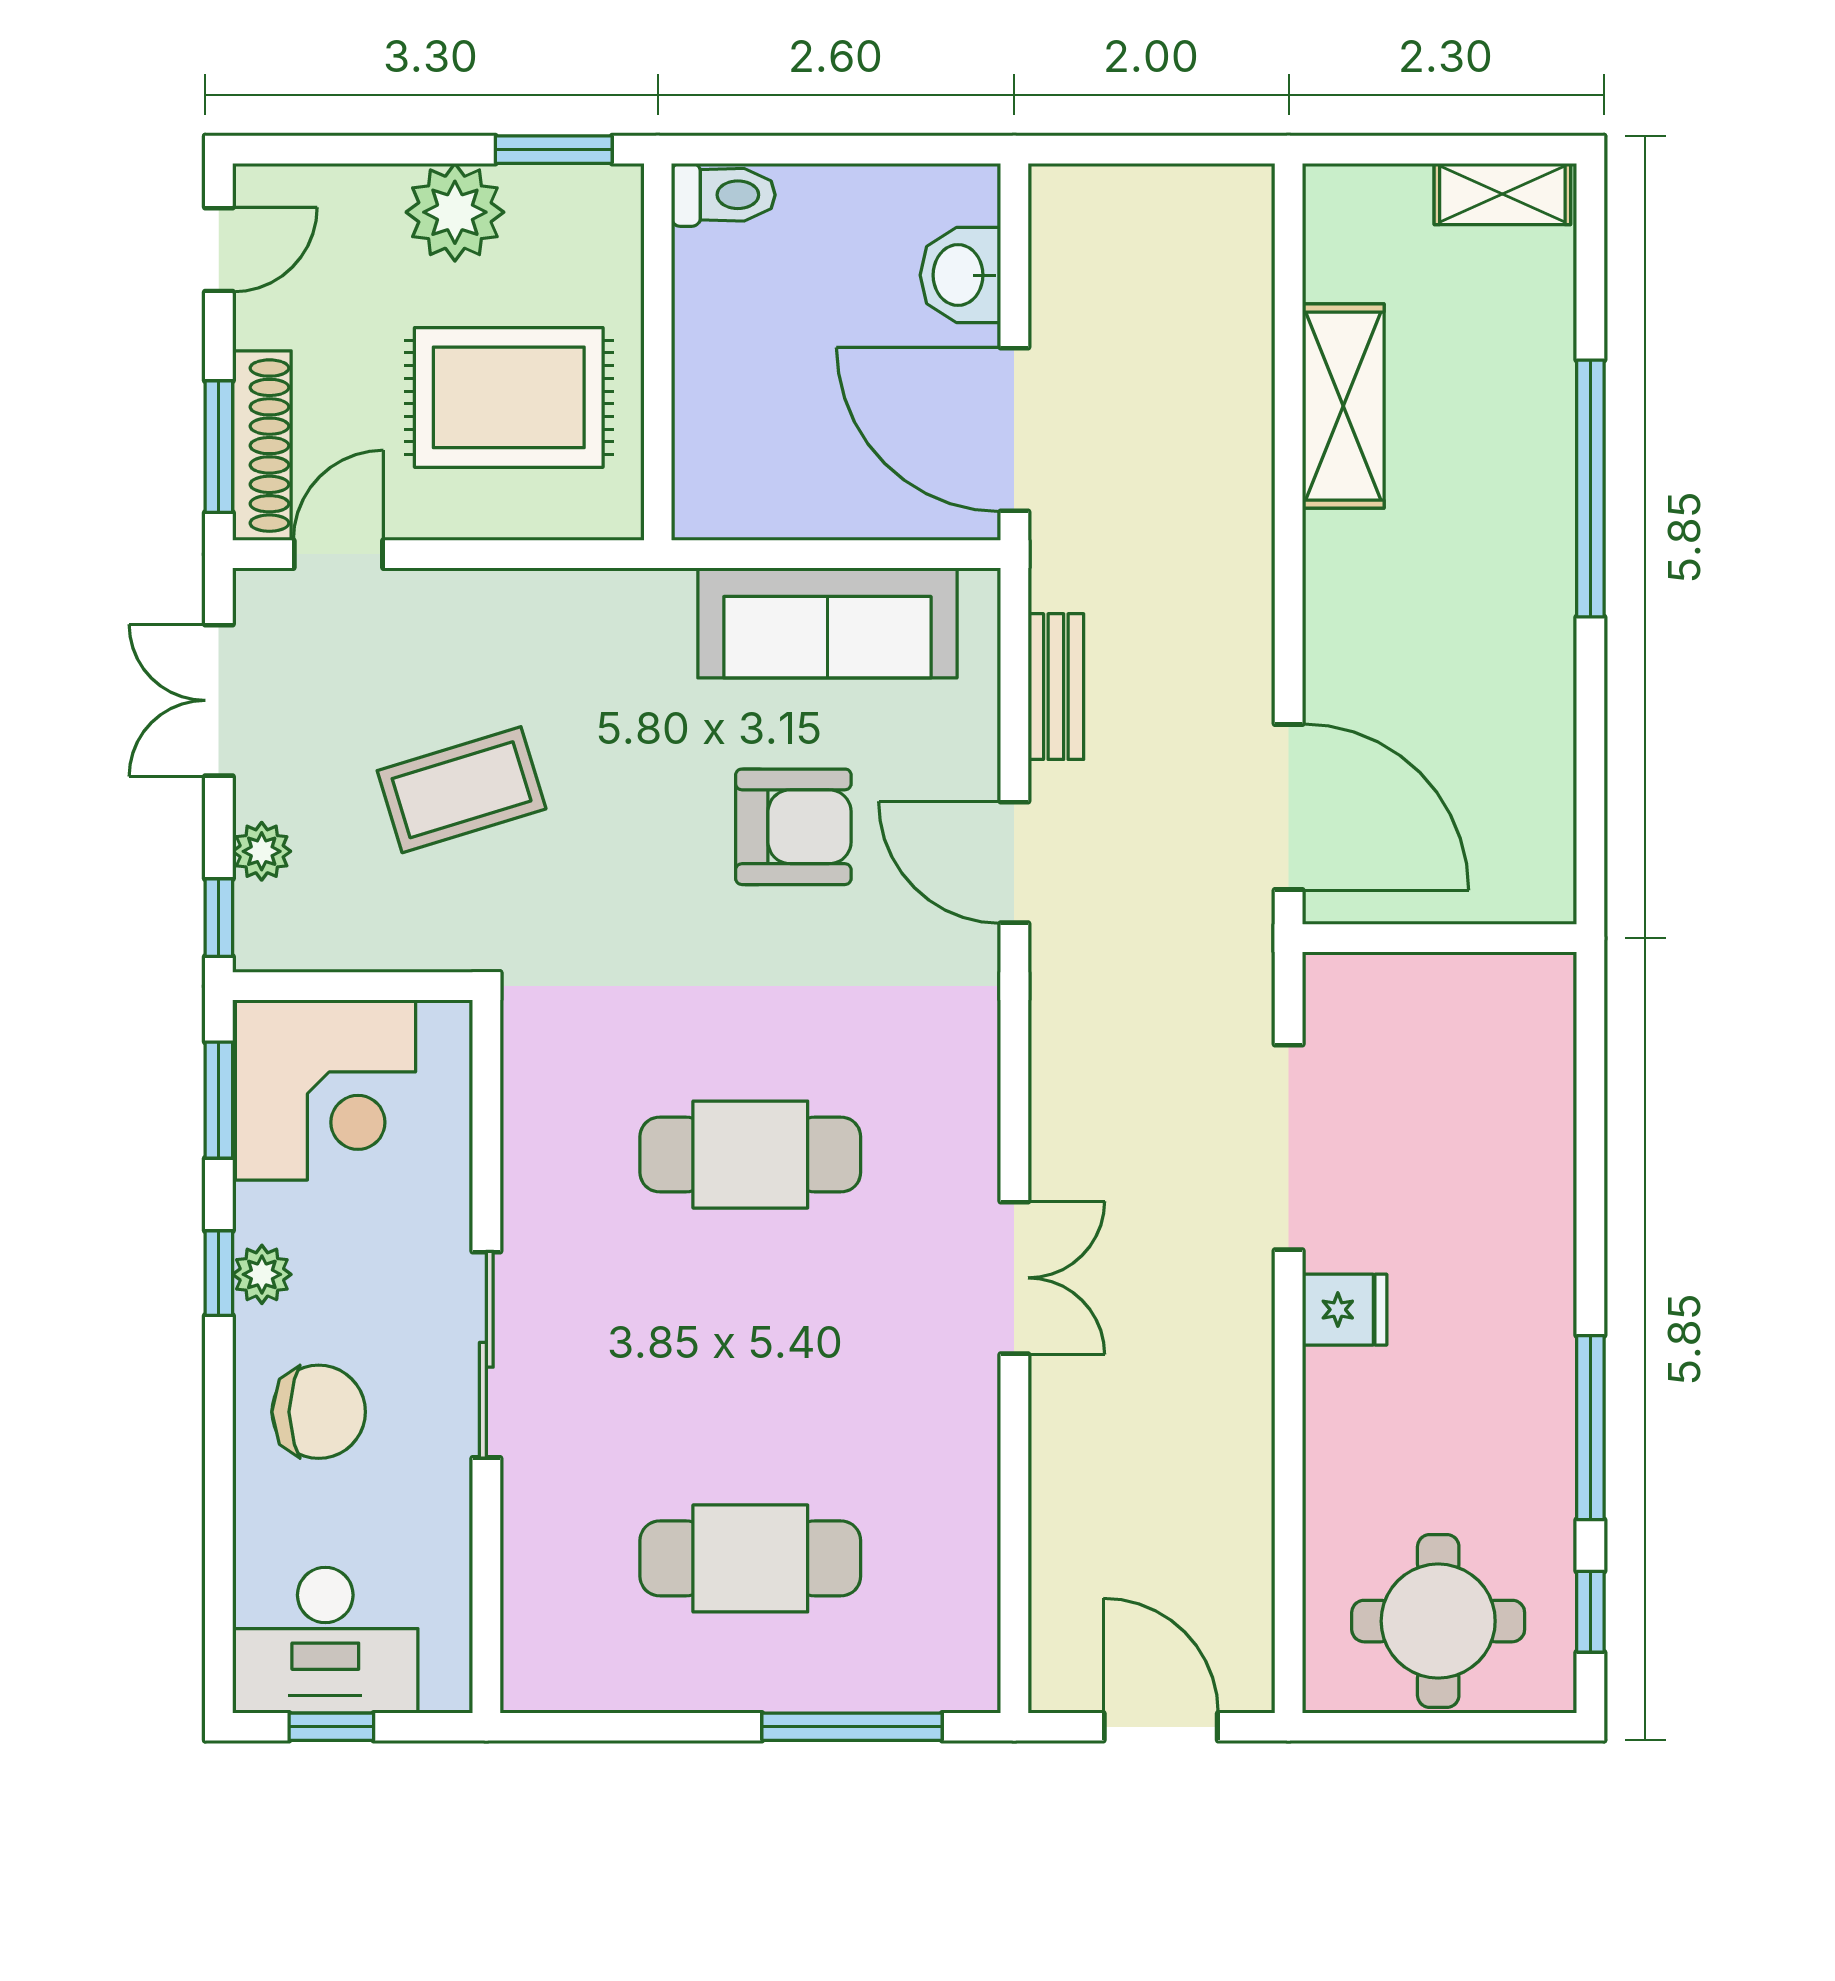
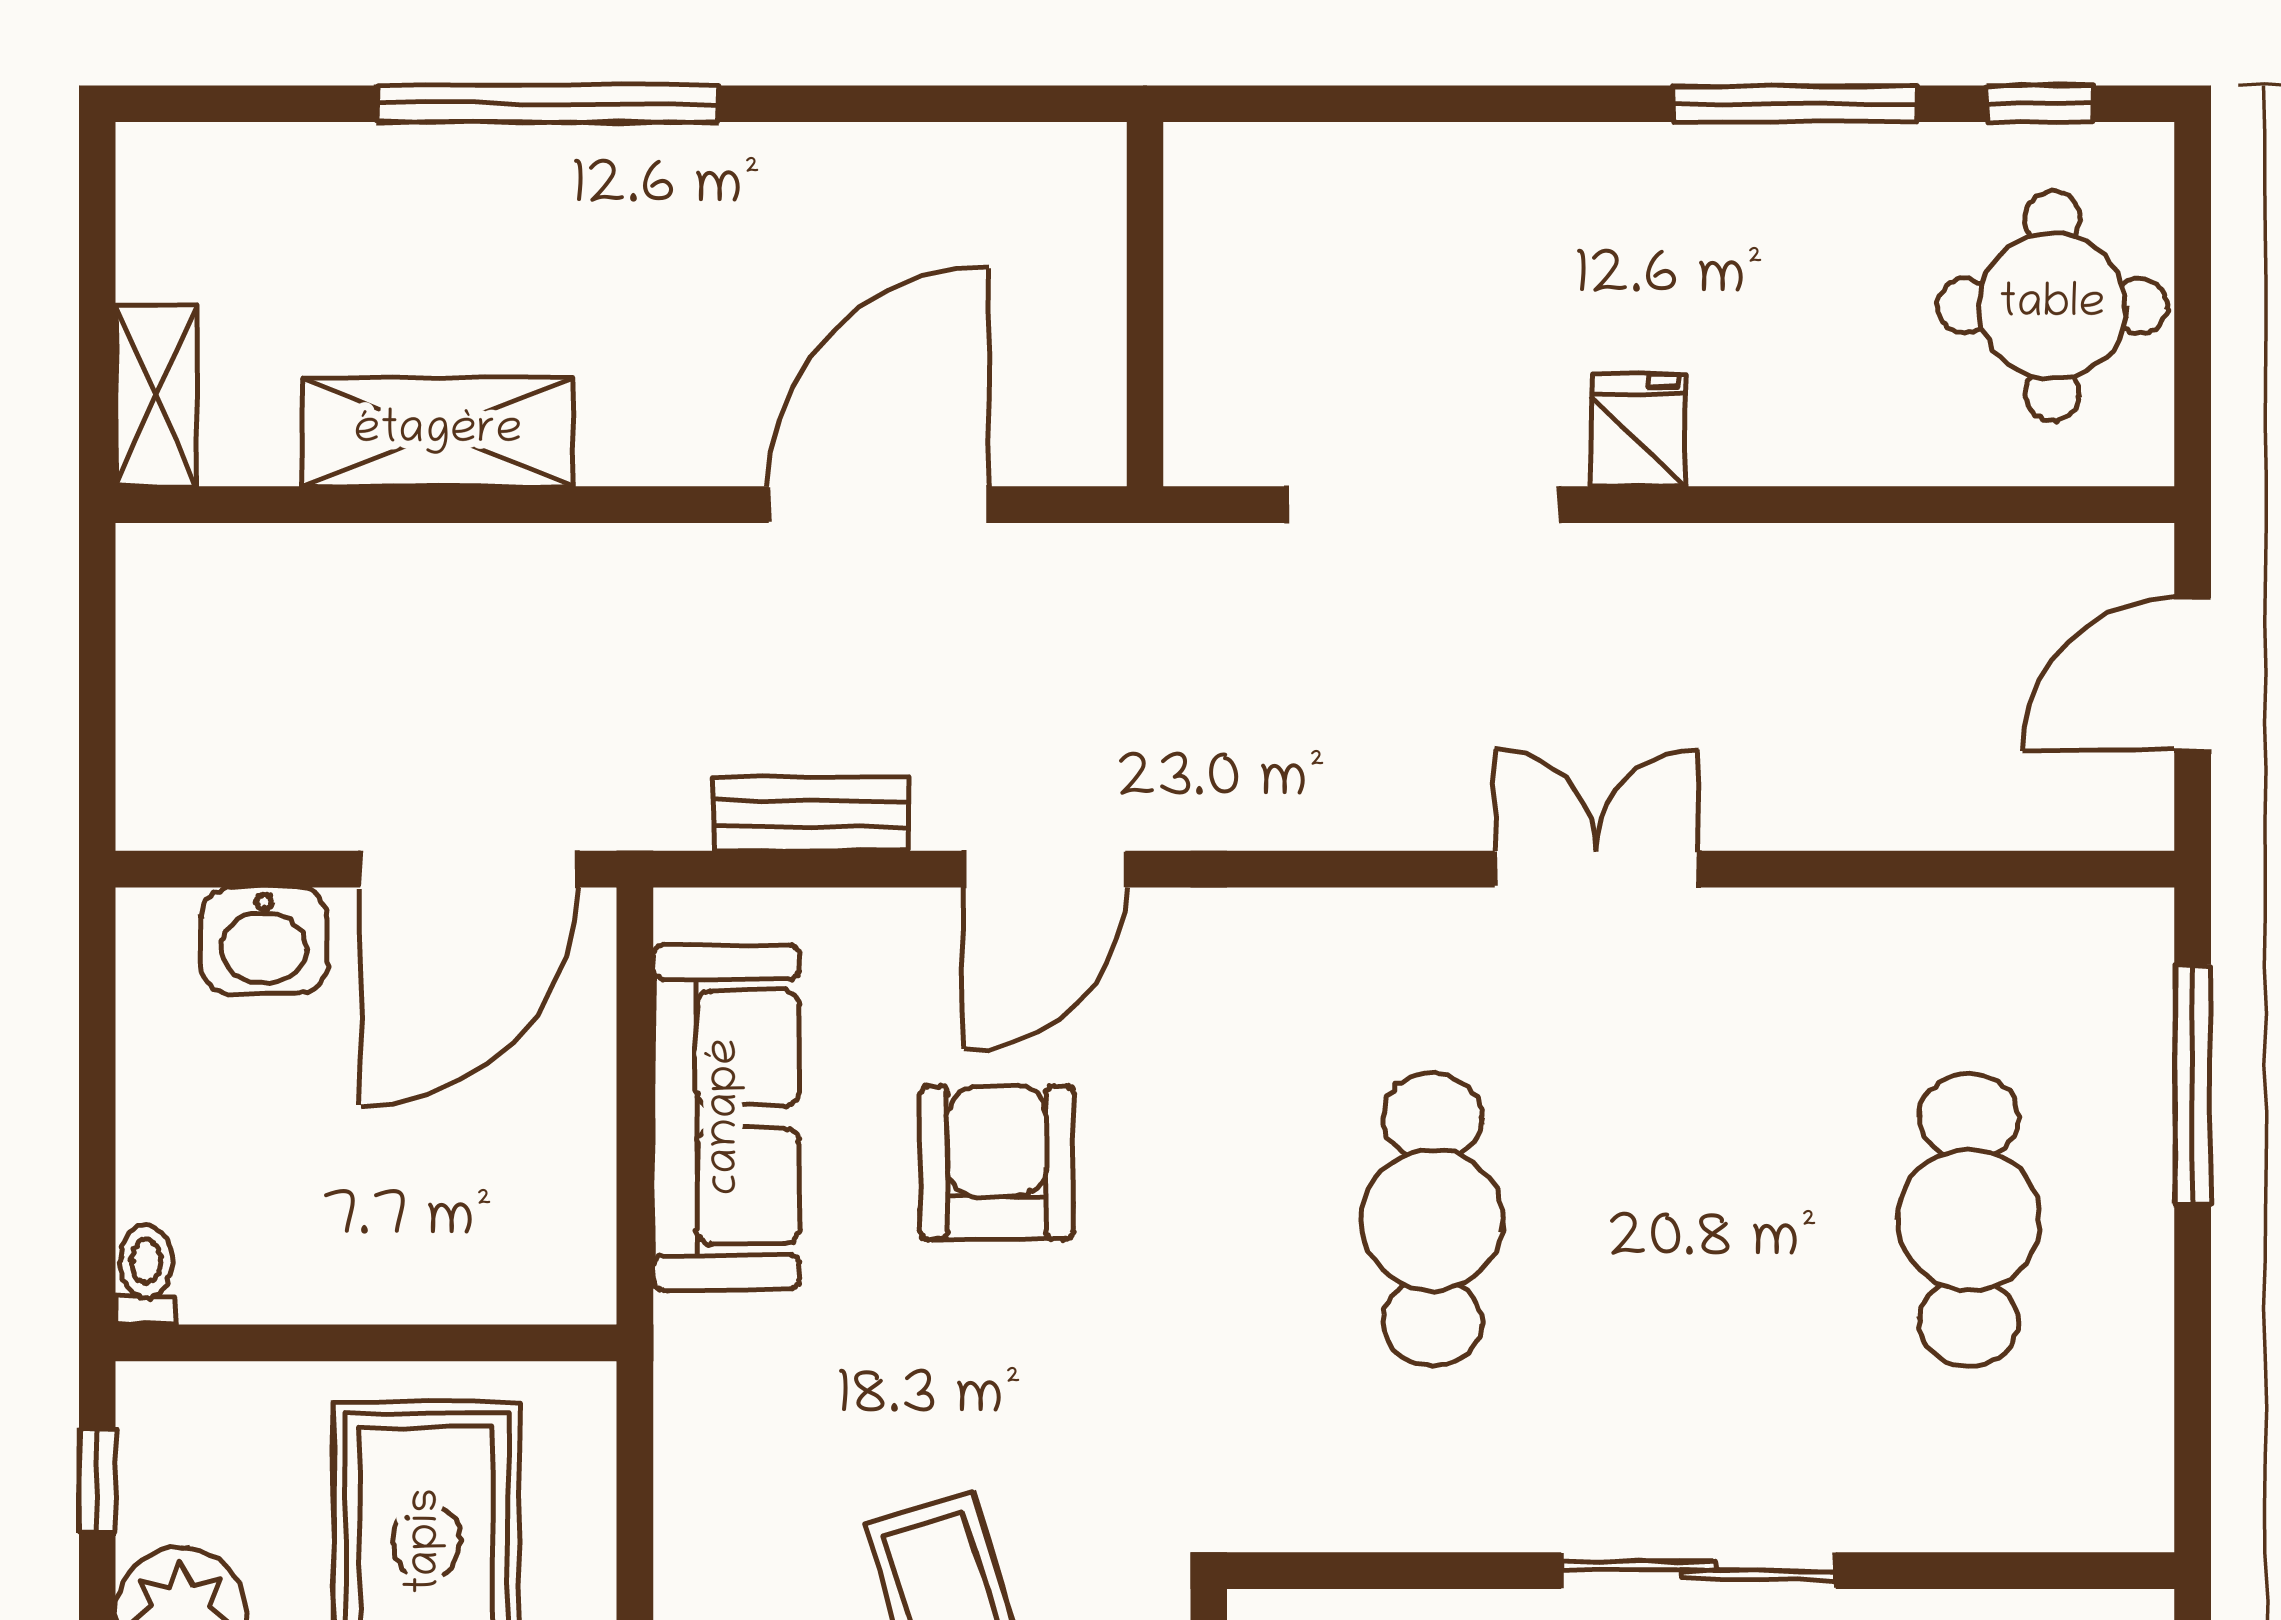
window: (554, 150) -> (97, 1481), width x0.67
shelving: (1502, 194) -> (156, 396), moved
toilet: (723, 195) -> (146, 1275), width x0.73, depth x0.72
door: (1289, 807) -> (879, 505), moved

